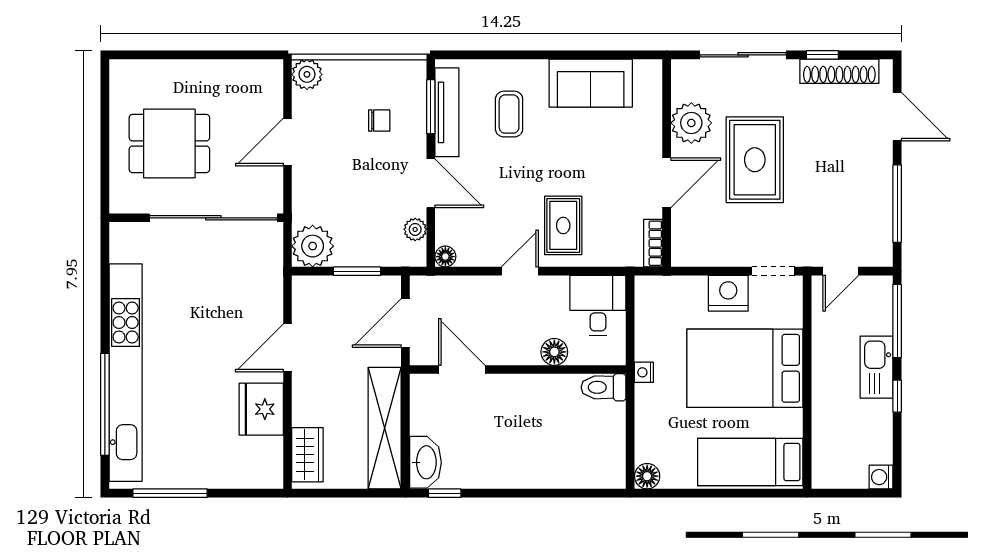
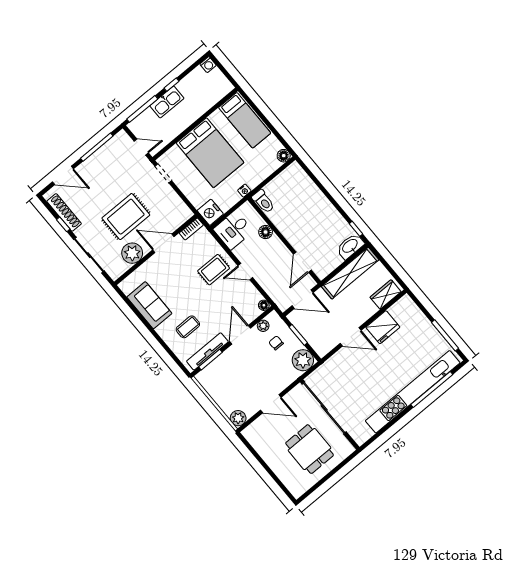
door: (897, 117) -> (63, 175), swing flipped
chair: (379, 121) -> (276, 343), moved
nightstand: (728, 293) -> (210, 212), moved

